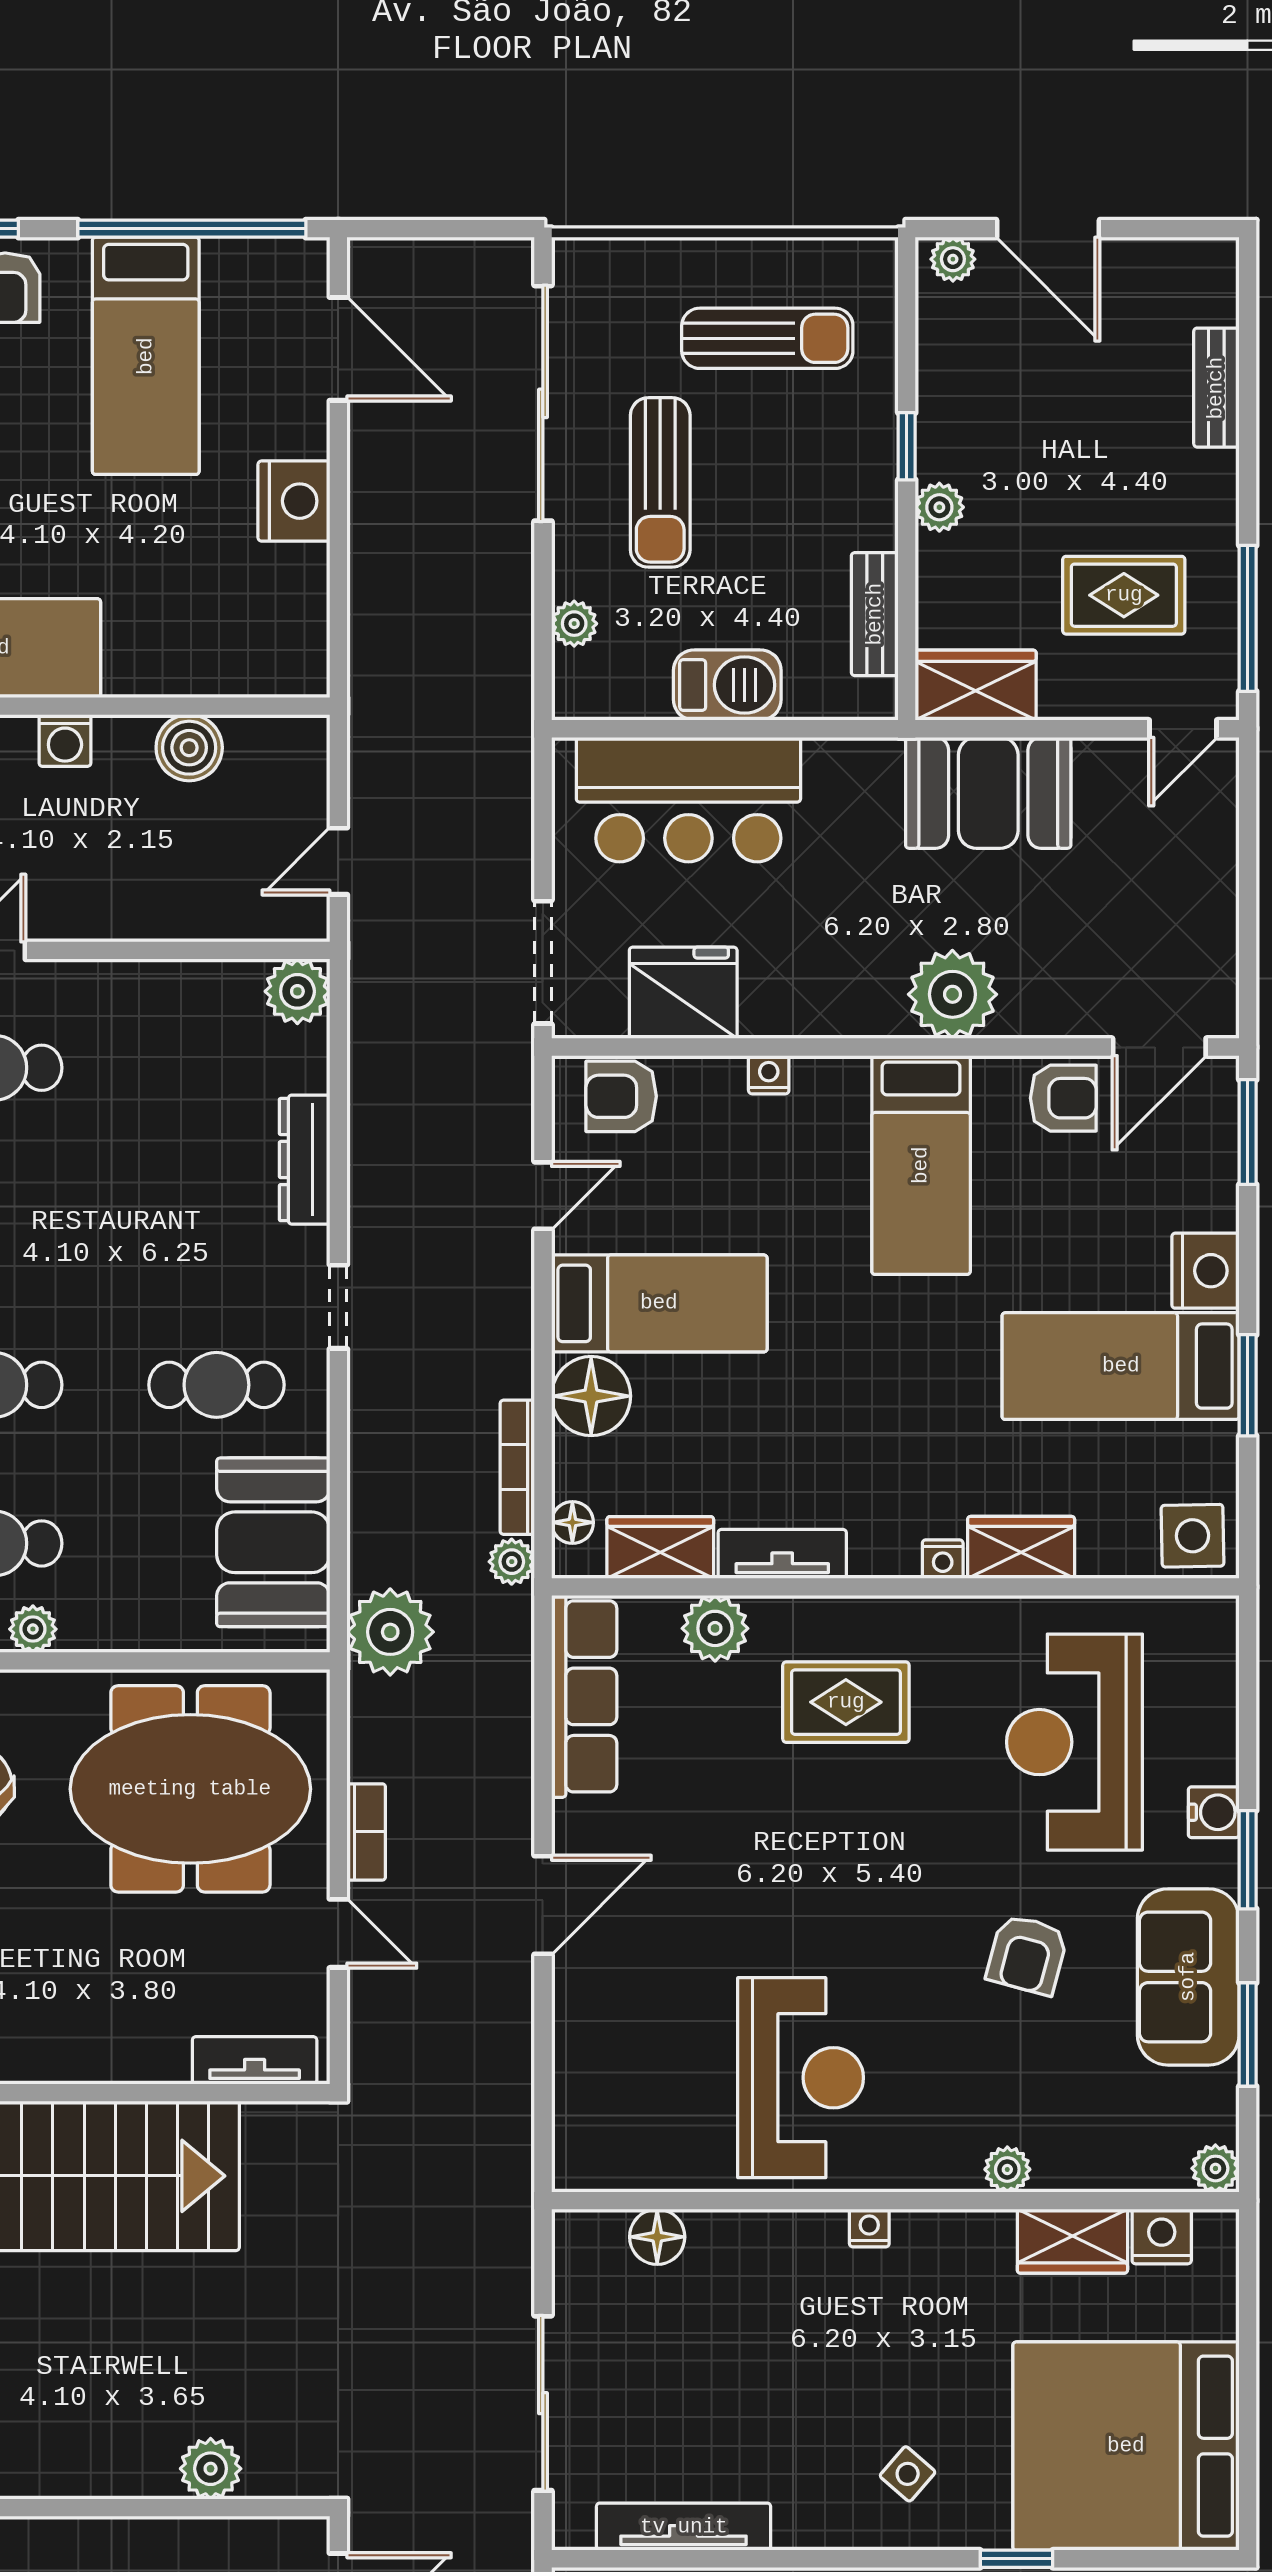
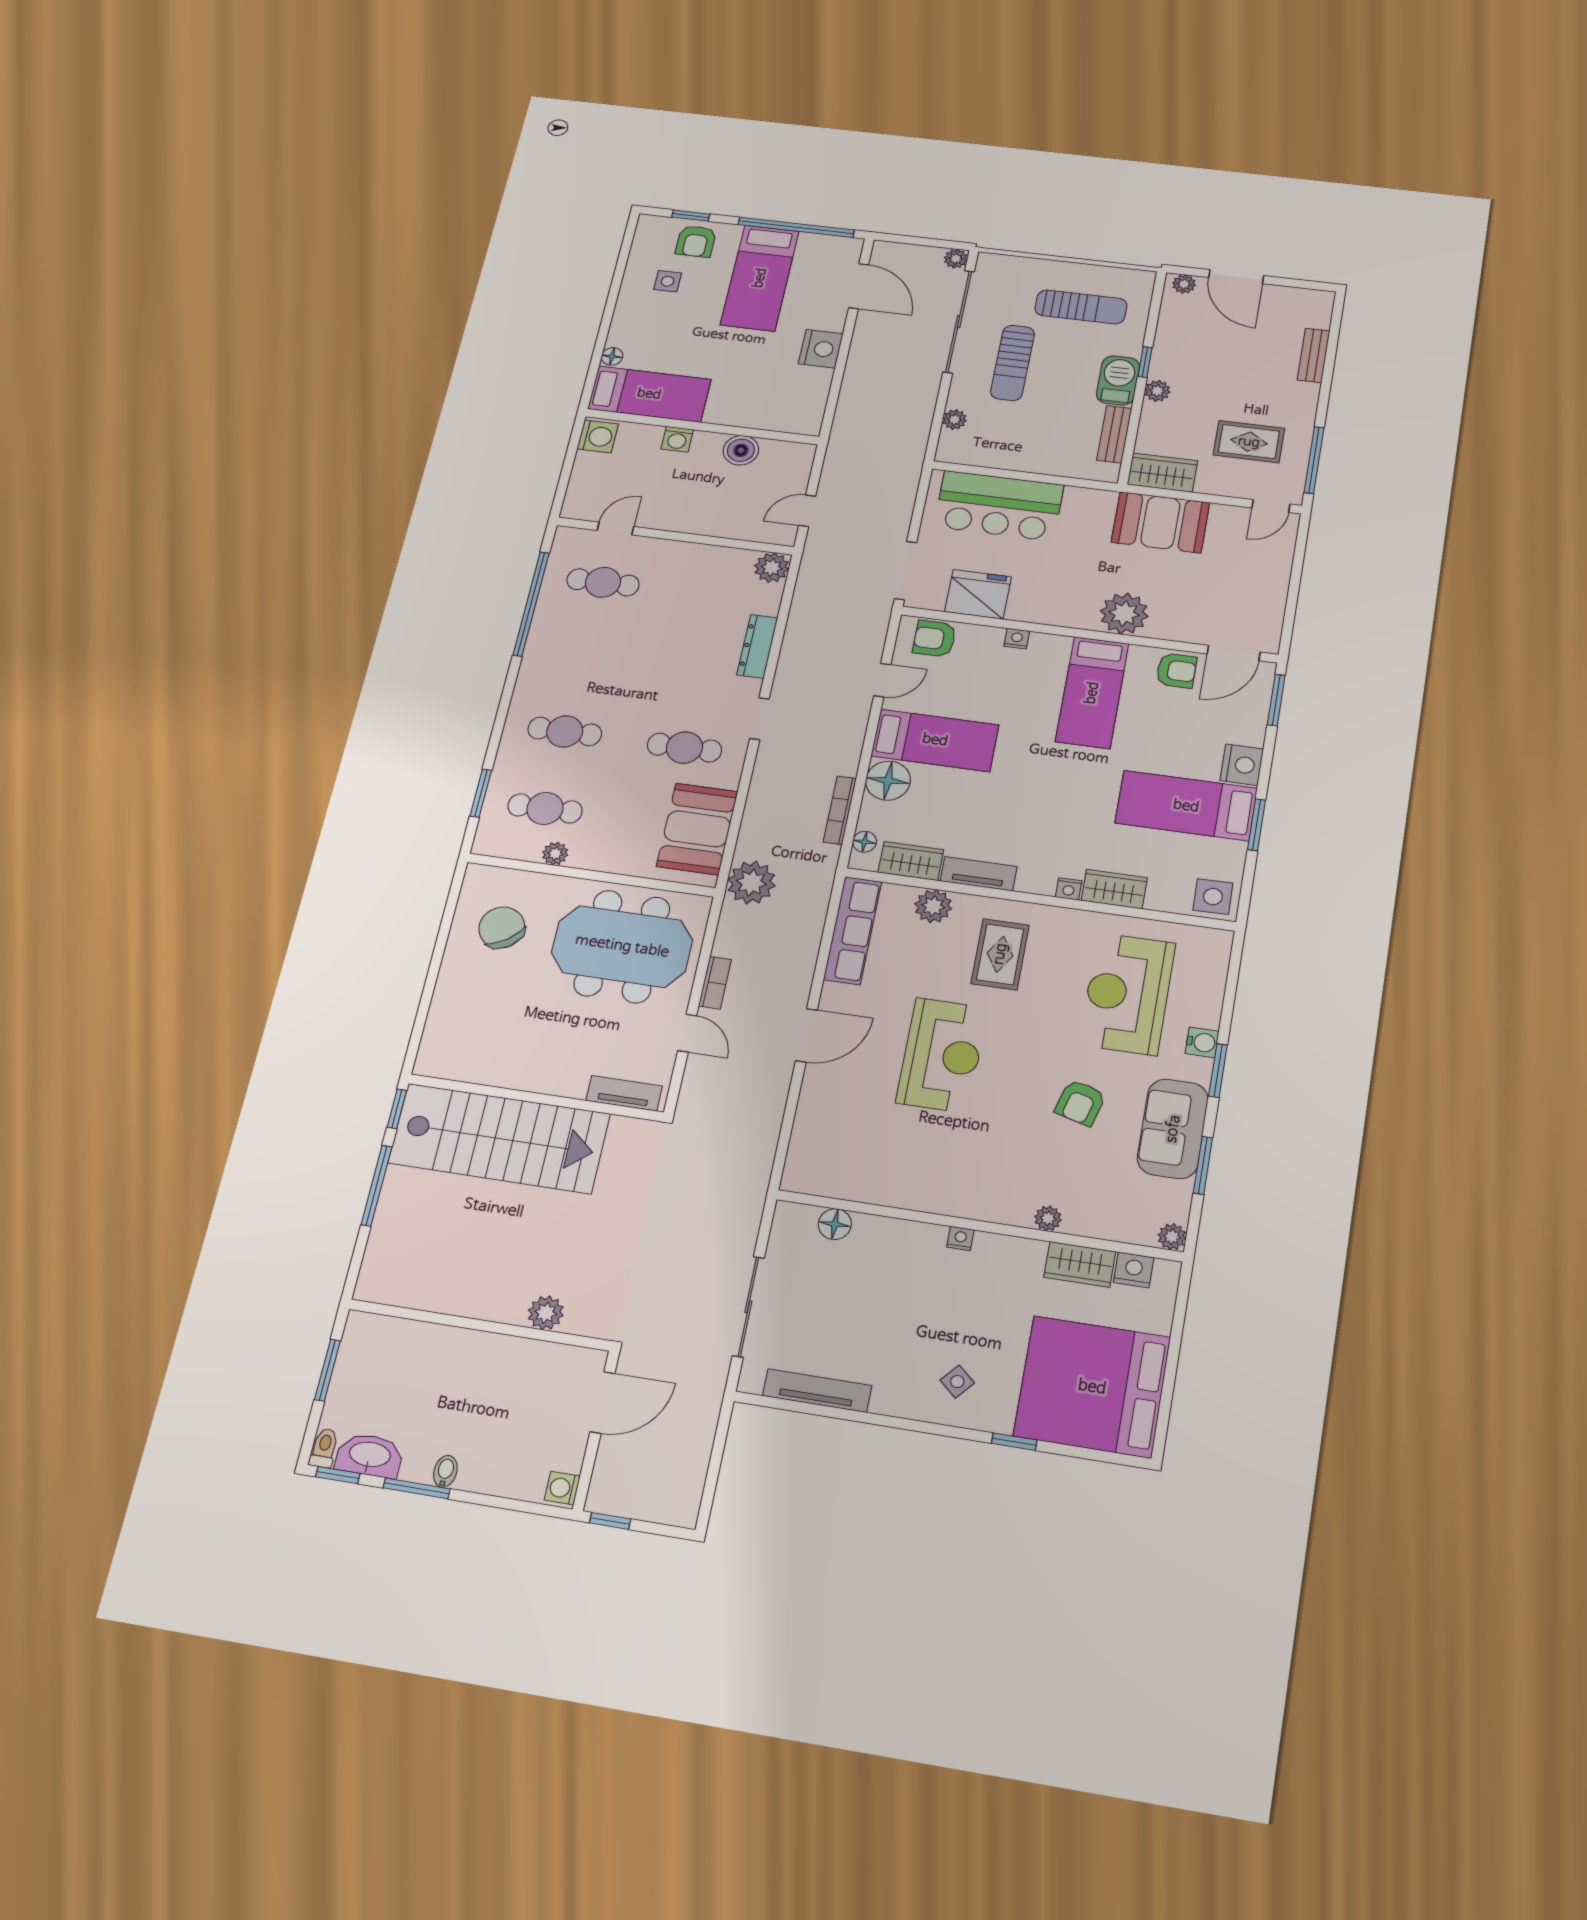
barbecue: (727, 685) -> (1118, 380), moved, turned -90
plant: (512, 1562) -> (956, 259), moved
rug: (846, 1702) -> (1000, 954), turned 90
reception desk: (801, 2078) -> (942, 1055), moved

